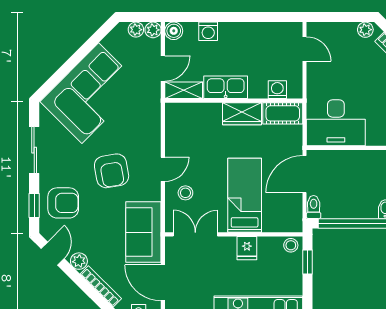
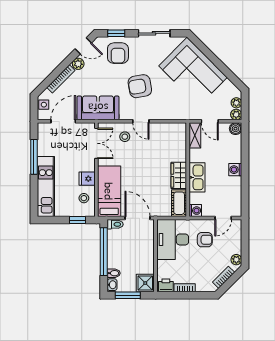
washing machine: (208, 31) -> (235, 170), moved
armchair: (336, 76) -> (205, 240), added
kitchen sink: (226, 87) -> (197, 177), moved
washing machine: (277, 90) -> (195, 211), moved
bed: (245, 195) -> (109, 191), moved, turned -90
stool: (291, 245) -> (84, 198), moved

